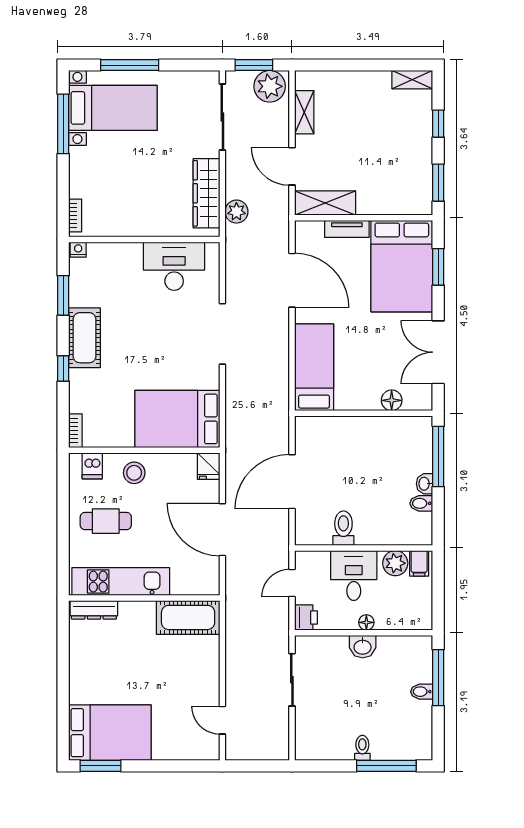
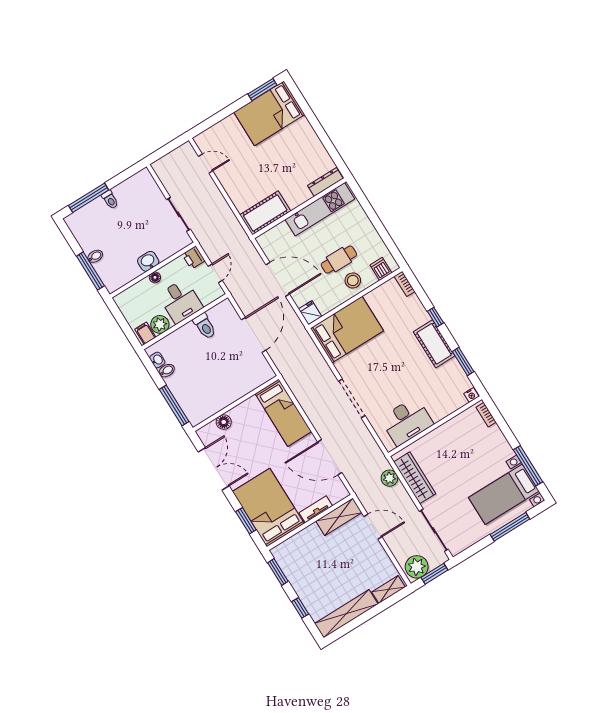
shelving: (412, 80) -> (346, 614), width x2.20, depth x1.33
shelving: (304, 112) -> (389, 589), moved, turned 90
washbasin: (425, 484) -> (157, 360), moved
cafe table: (106, 521) -> (339, 260), moved

